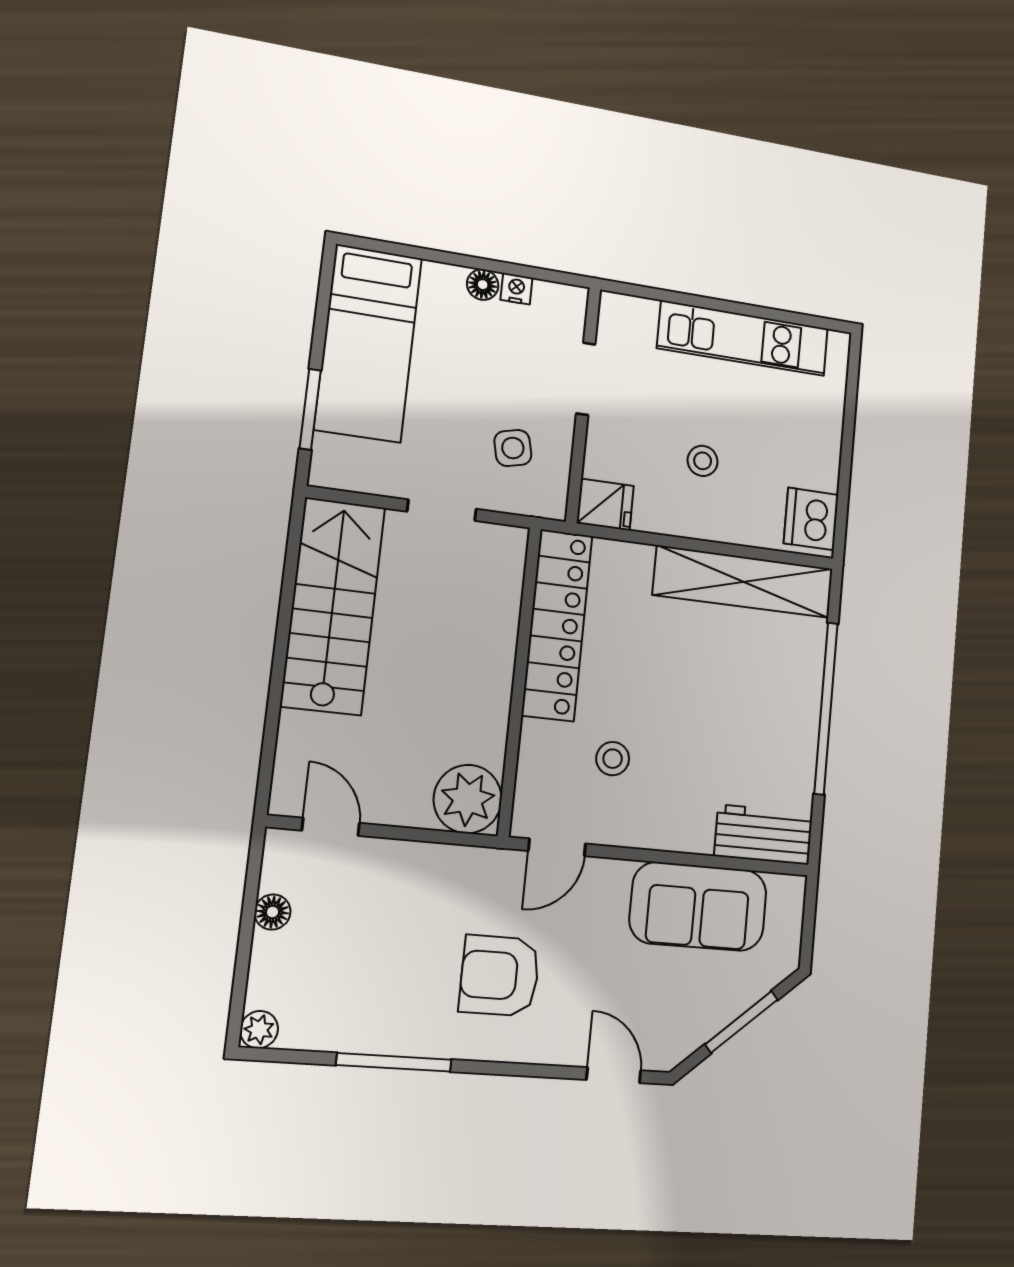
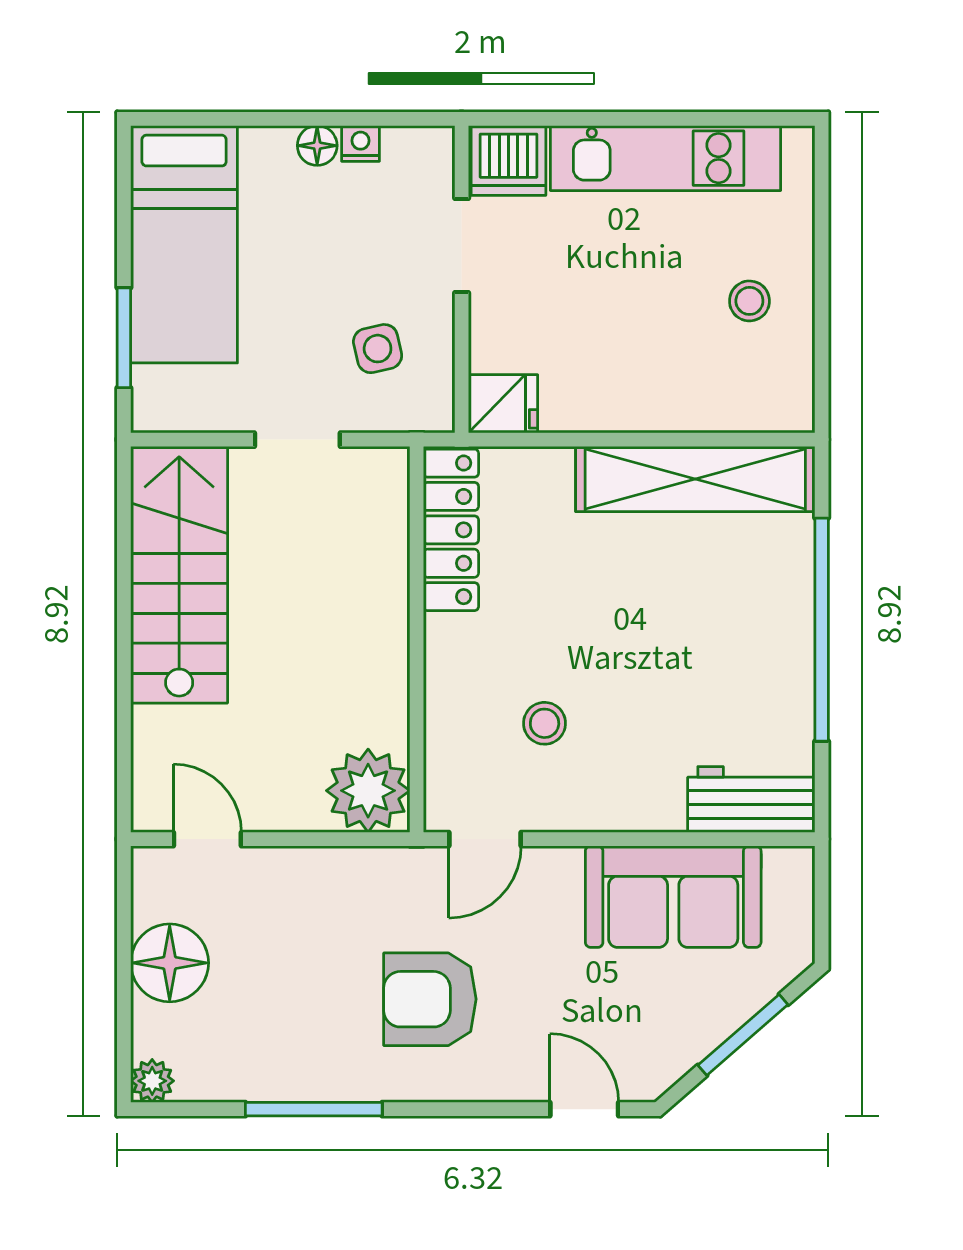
stool: (703, 461) -> (749, 301), moved
dishwasher: (811, 519) -> (509, 161), moved, turned -90
locker: (557, 625) -> (451, 530), width x0.71, depth x0.83
floor lamp: (272, 912) -> (170, 963), width x1.89, depth x1.89

